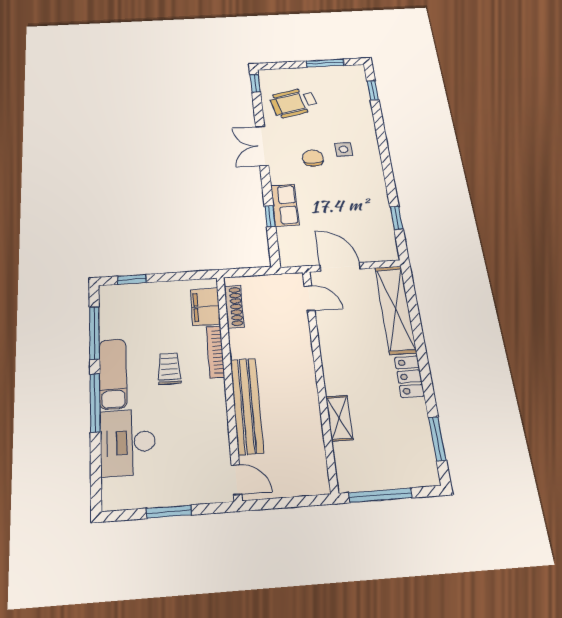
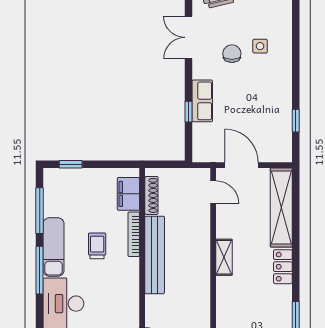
bench: (247, 406) -> (155, 255), moved
shelving: (339, 418) -> (224, 257), moved

